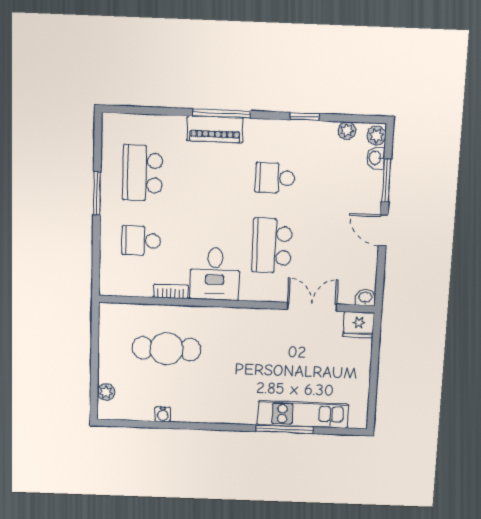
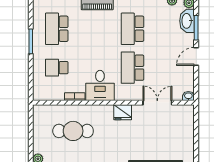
washbasin: (376, 158) -> (187, 21), width x1.91, depth x1.45
school desk: (275, 178) -> (132, 29), width x1.85
door: (383, 230) -> (196, 56), hinge flipped
fridge: (359, 325) -> (123, 112), moved

